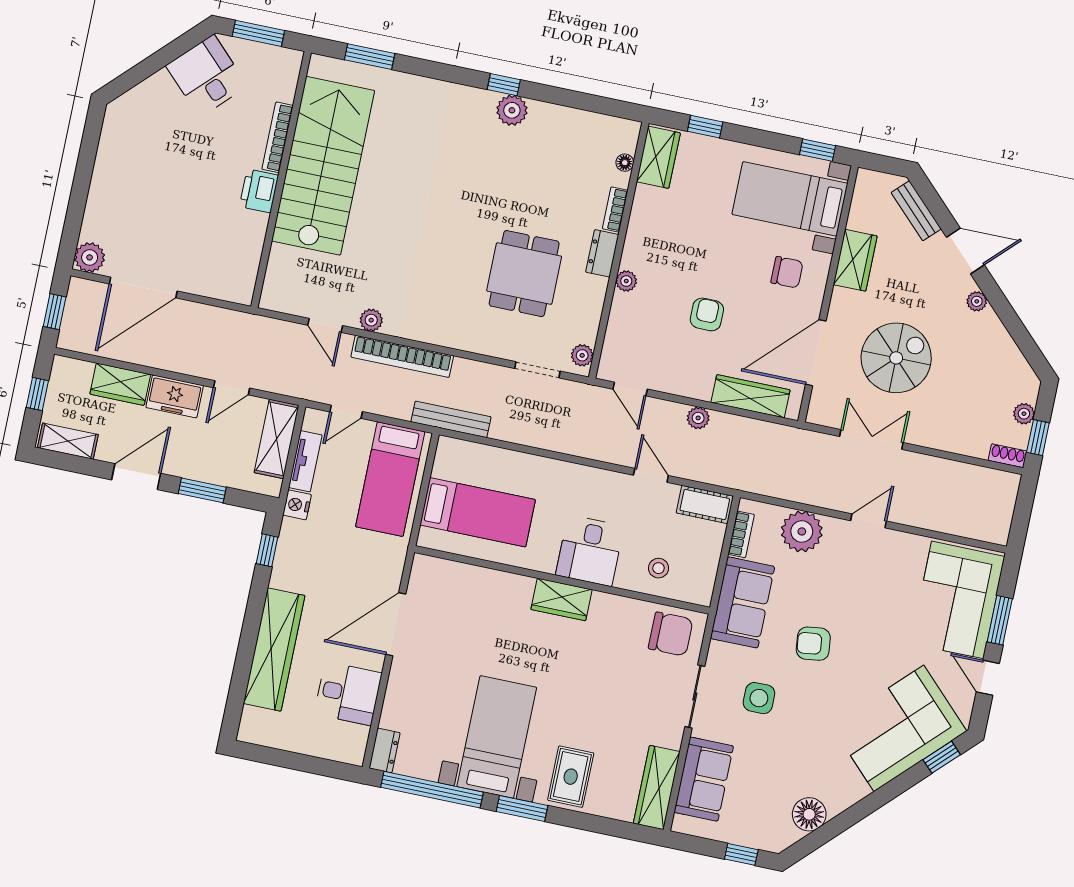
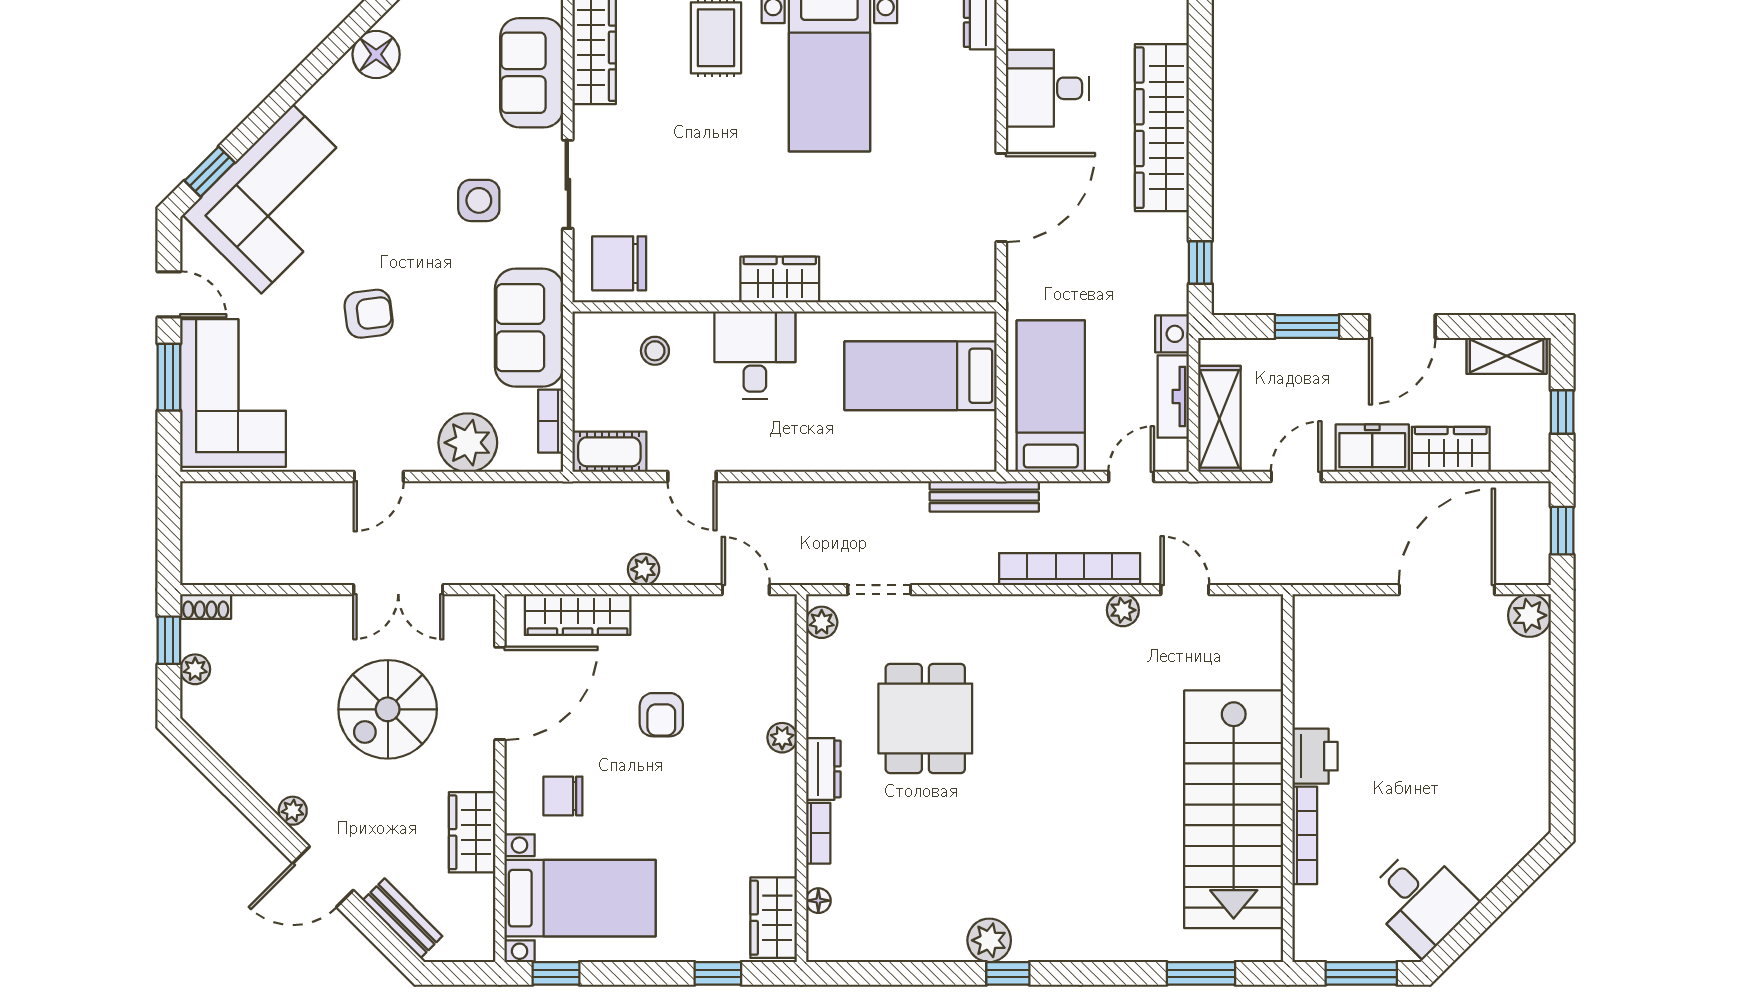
armchair: (813, 644) -> (369, 314), moved

